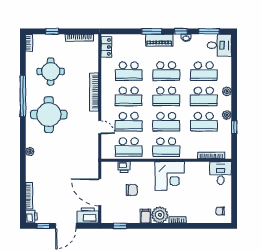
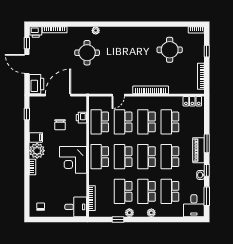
window: (23, 96) -> (147, 24), removed
round table: (49, 115) -> (87, 53), moved, width x0.73, depth x0.73

